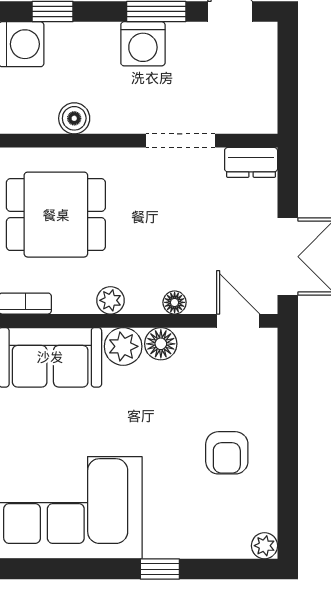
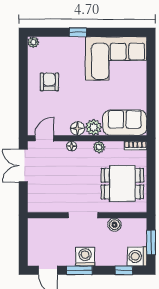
doorway: (181, 141) -> (83, 215), moved
dresser: (251, 162) -> (39, 206), removed
door: (238, 321) -> (44, 138), swing flipped

